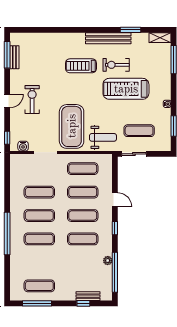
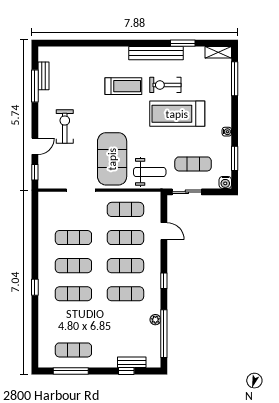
window: (7, 55) -> (35, 86), moved
treadmill: (81, 66) -> (123, 86), turned 180
door: (7, 101) -> (35, 146), moved
water cooler: (23, 146) -> (225, 182), moved
door: (115, 200) -> (164, 231), moved
window: (7, 234) -> (35, 287), width x0.32

